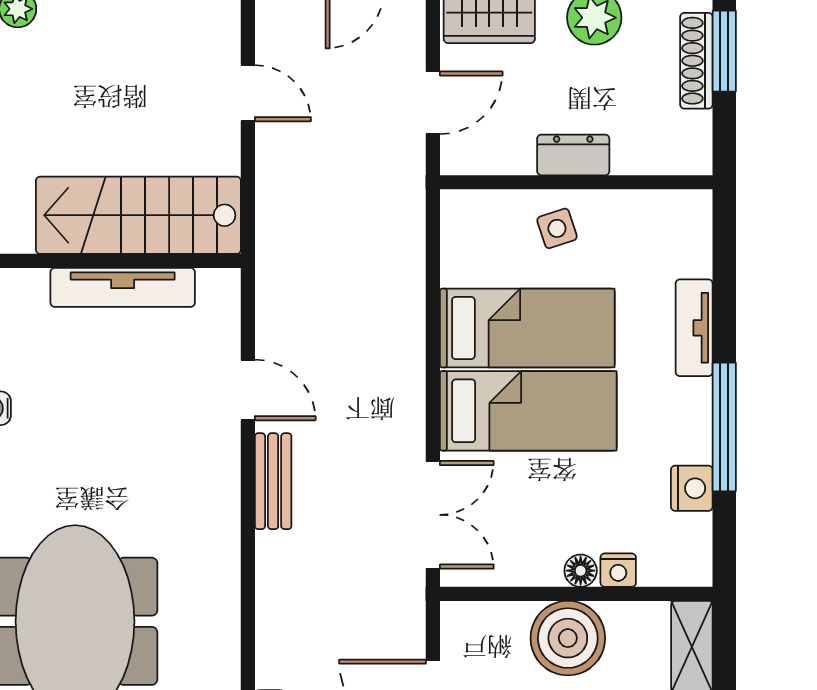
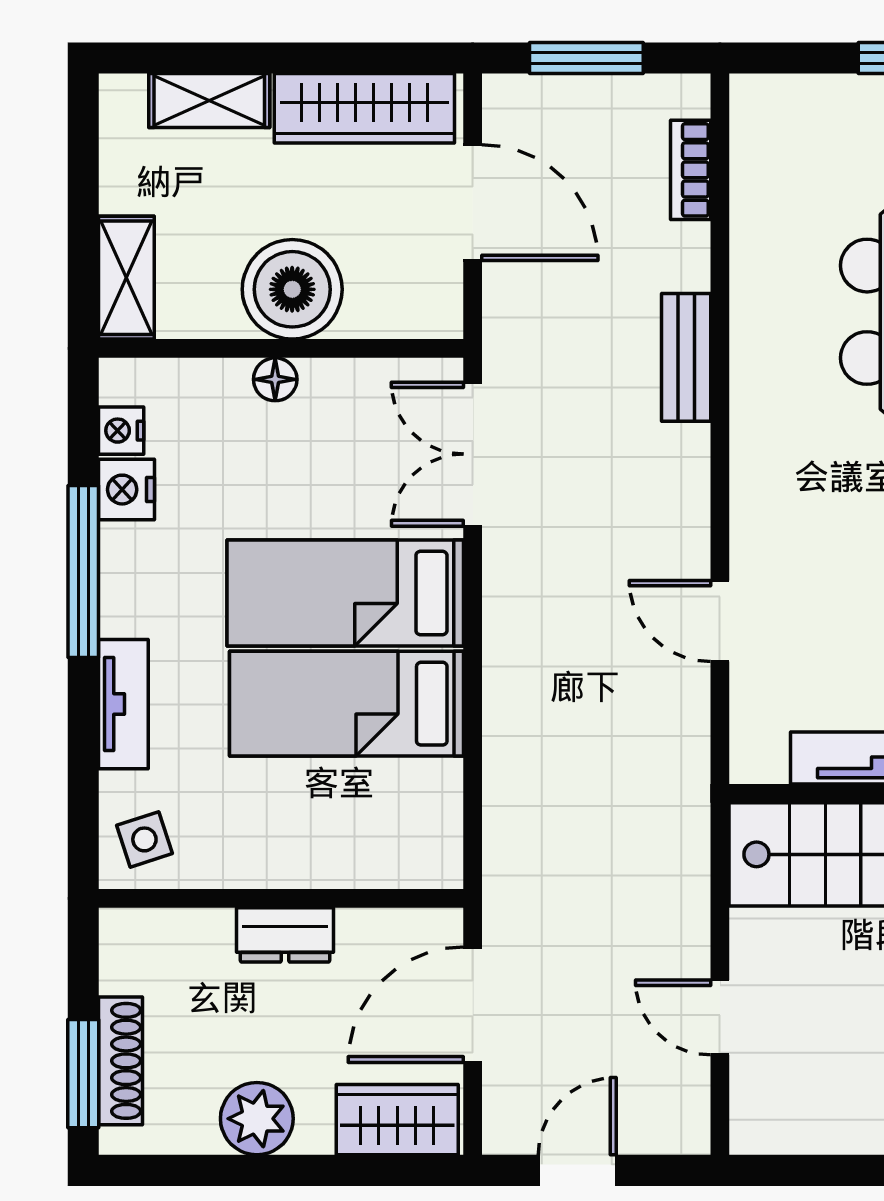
door: (433, 103) -> (473, 1005), width x1.38
side table: (557, 228) -> (144, 839), moved
bench: (273, 481) -> (686, 357), moved
nightstand: (618, 570) -> (121, 431), moved, turned -90

